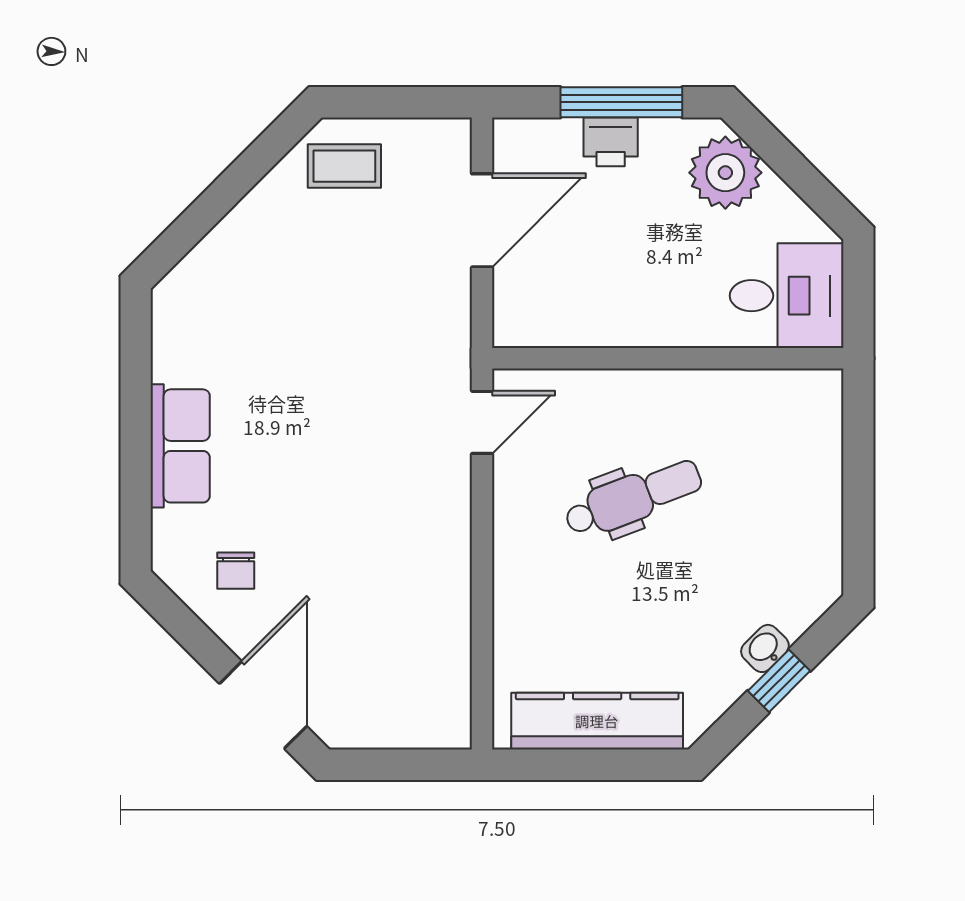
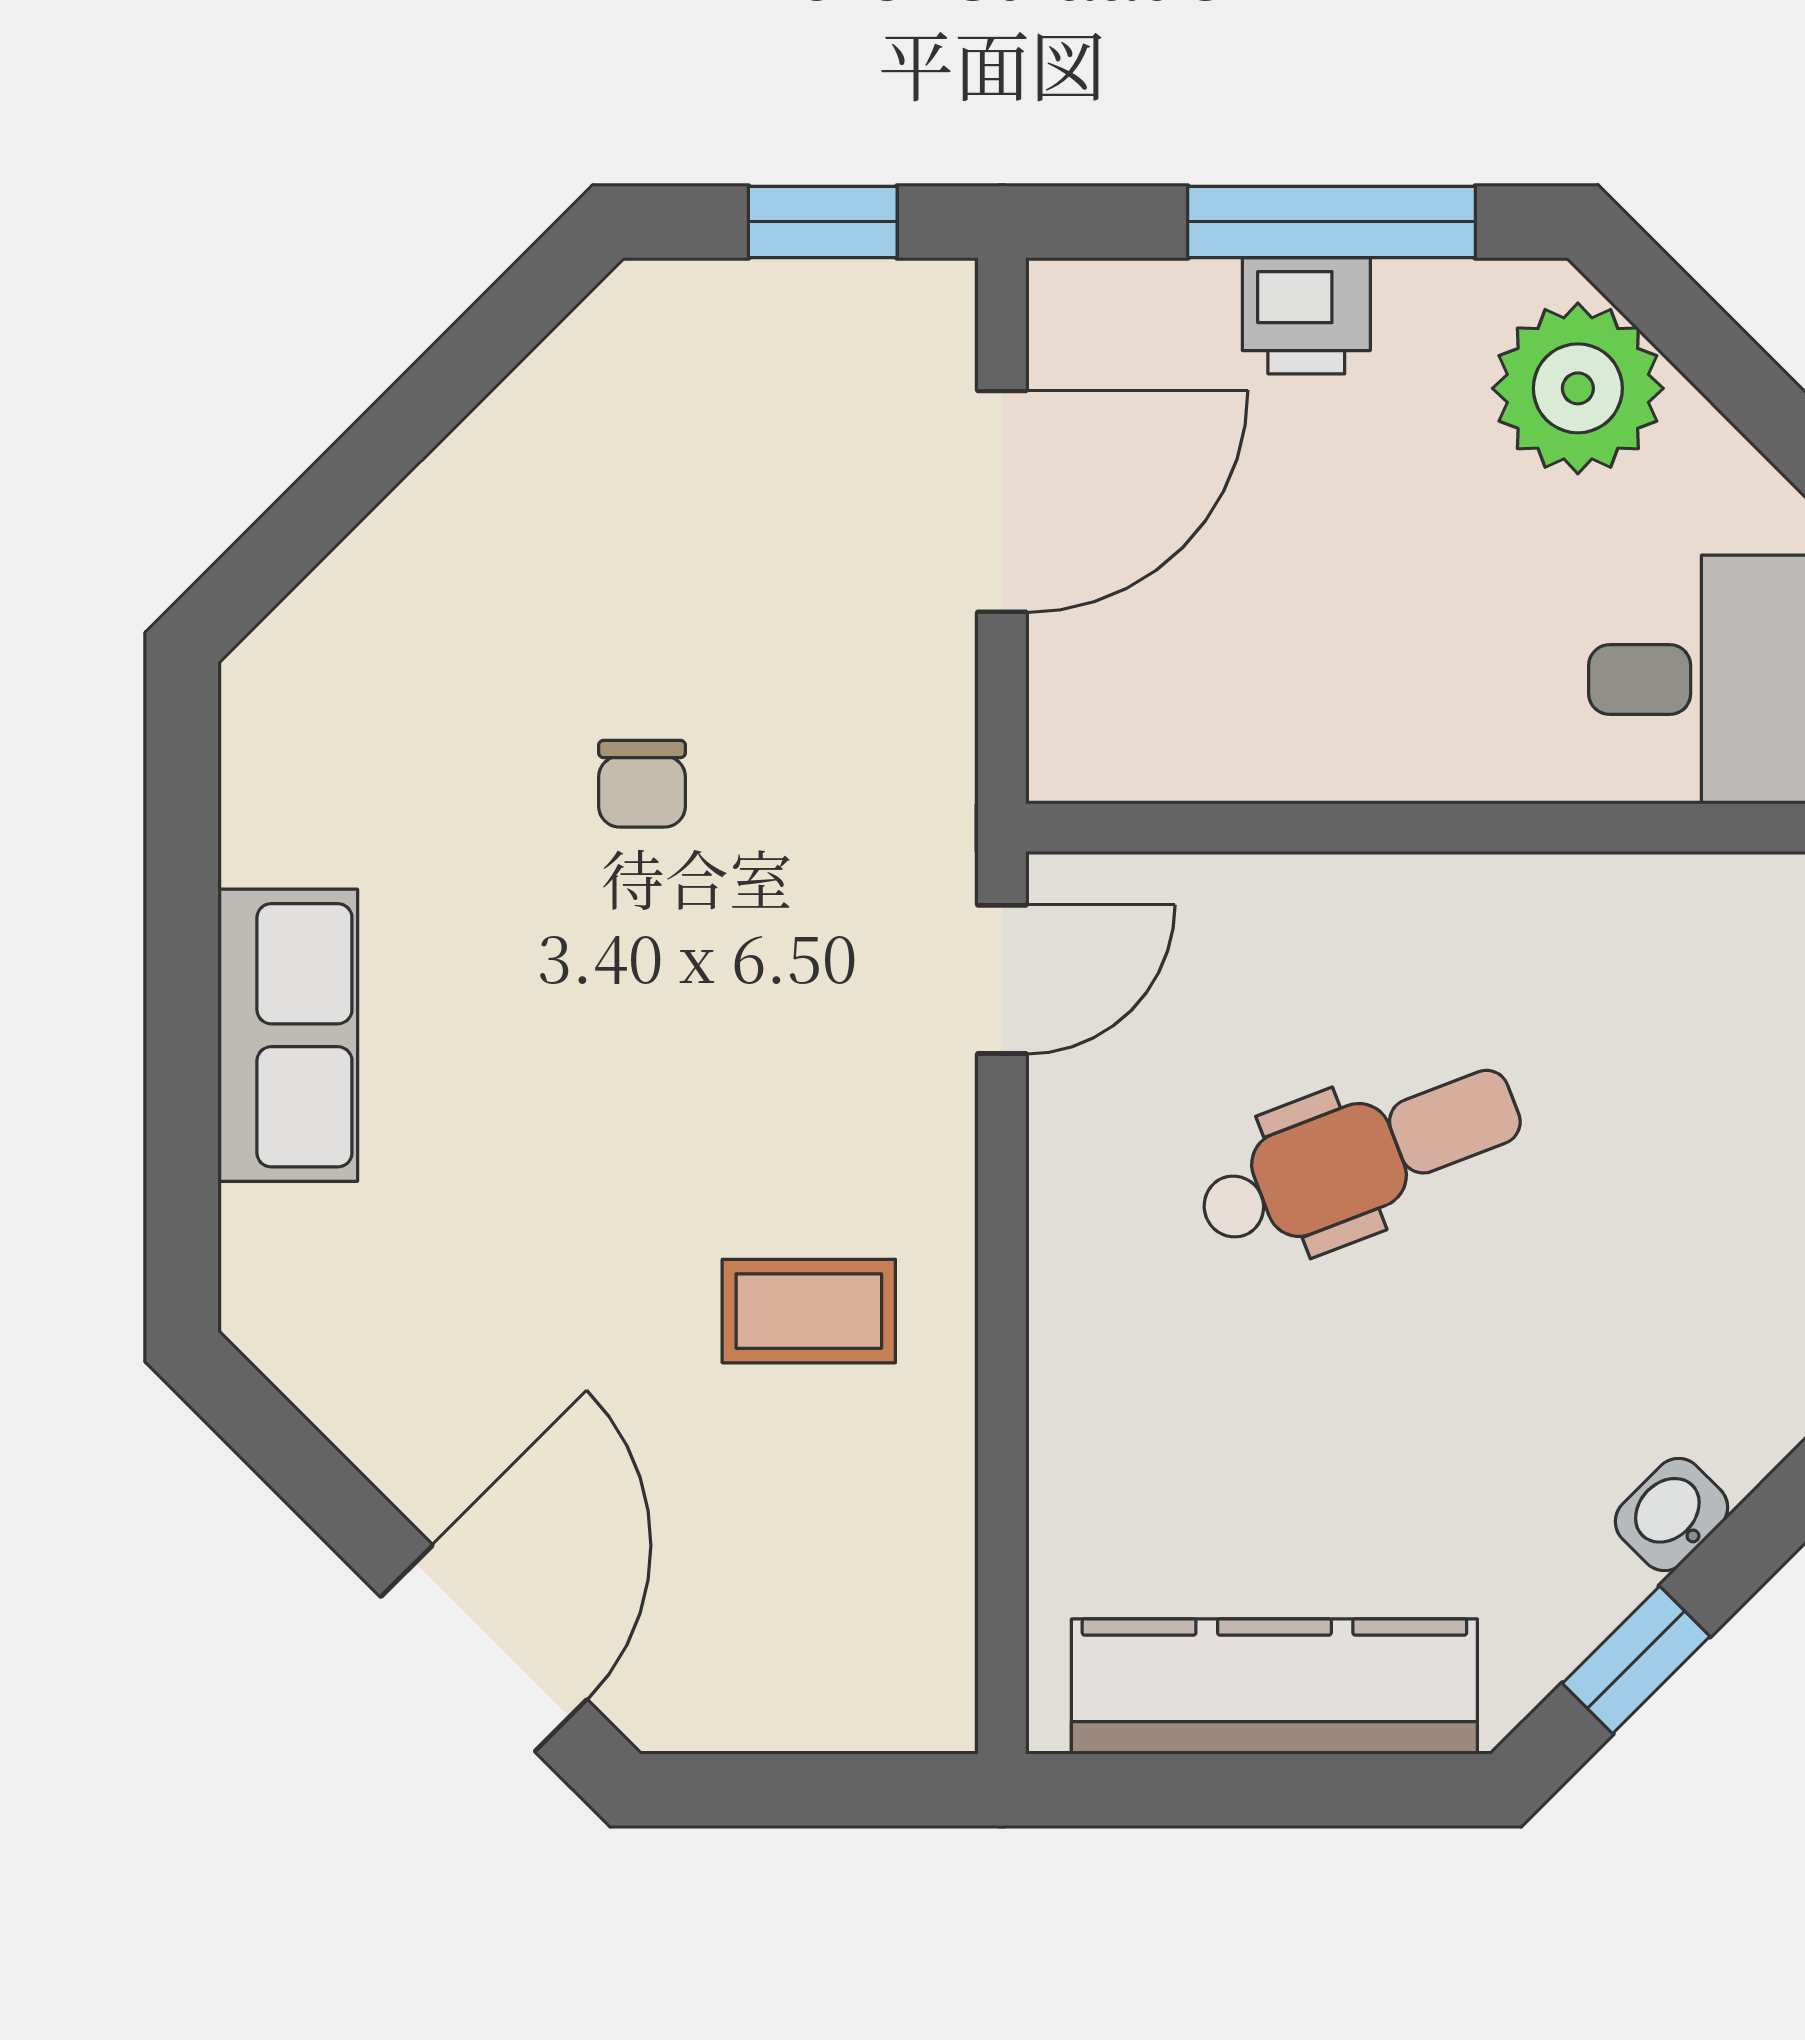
window: (406, 102) -> (823, 222), added
coffee table: (344, 166) -> (809, 1311), moved
chair: (236, 571) -> (642, 784), moved
window: (779, 681) -> (1636, 1660), moved

